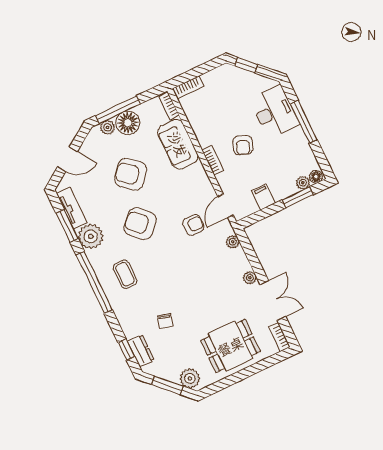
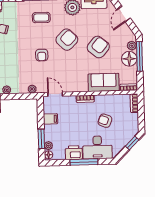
printer: (297, 142) -> (74, 153), added
armchair: (243, 145) -> (105, 121), moved
armchair: (193, 225) -> (42, 55), moved

